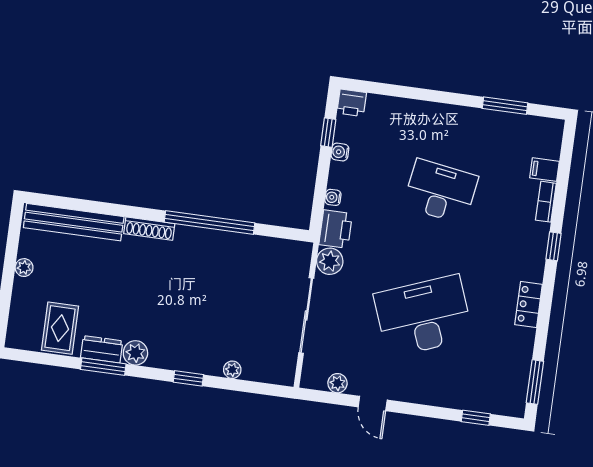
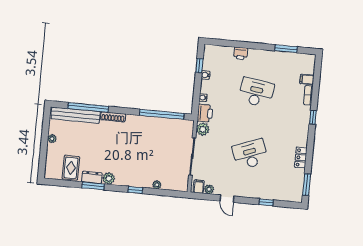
printer: (352, 103) -> (241, 53), moved
window: (100, 208) -> (88, 107), added
window: (210, 223) -> (162, 114), moved
locker: (529, 305) -> (301, 158), moved
desk: (424, 316) -> (250, 154), width x0.73, depth x0.77
filing cabinet: (317, 377) -> (199, 186), added
window: (476, 418) -> (266, 202), moved

